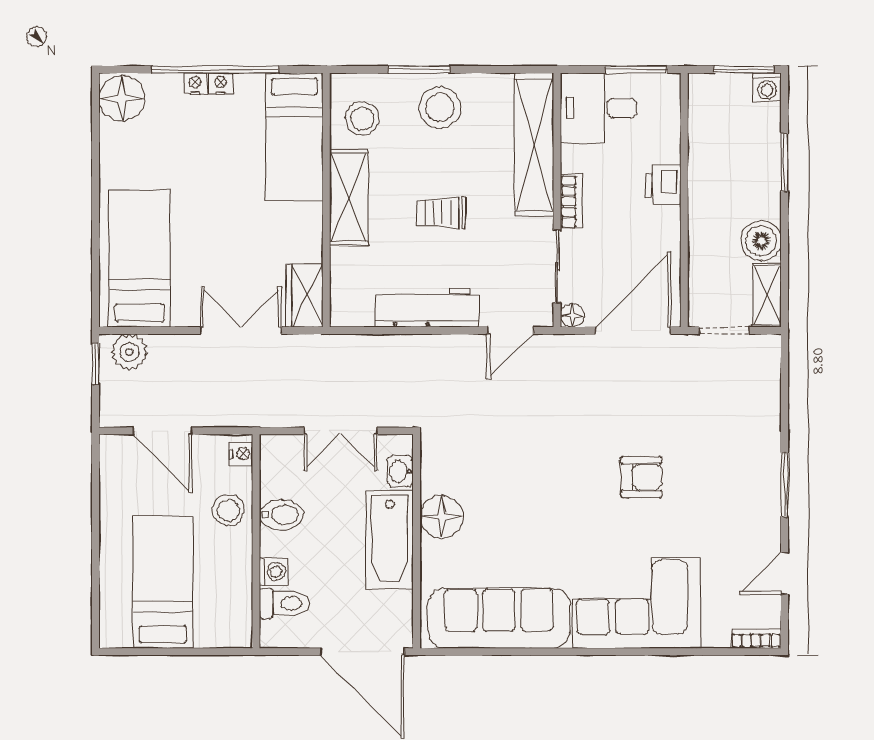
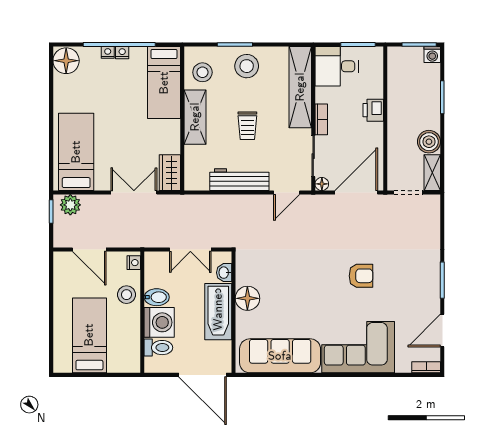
trolley: (441, 213) -> (247, 126), turned -90
washing machine: (273, 572) -> (159, 322), width x1.89, depth x1.89
door: (785, 574) -> (442, 331), width x1.38

